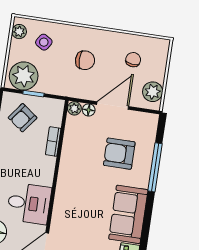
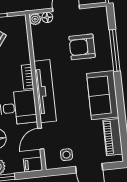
bookcase: (53, 141) -> (28, 77), moved
tv unit: (64, 193) -> (45, 91), added

